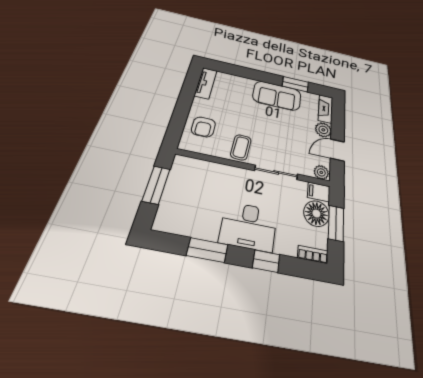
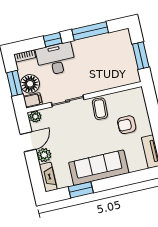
sofa: (277, 96) -> (99, 168), width x1.36
armchair: (203, 127) -> (127, 125), moved, turned -90
desk: (249, 226) -> (56, 59), moved
window: (207, 250) -> (90, 31), width x1.44

